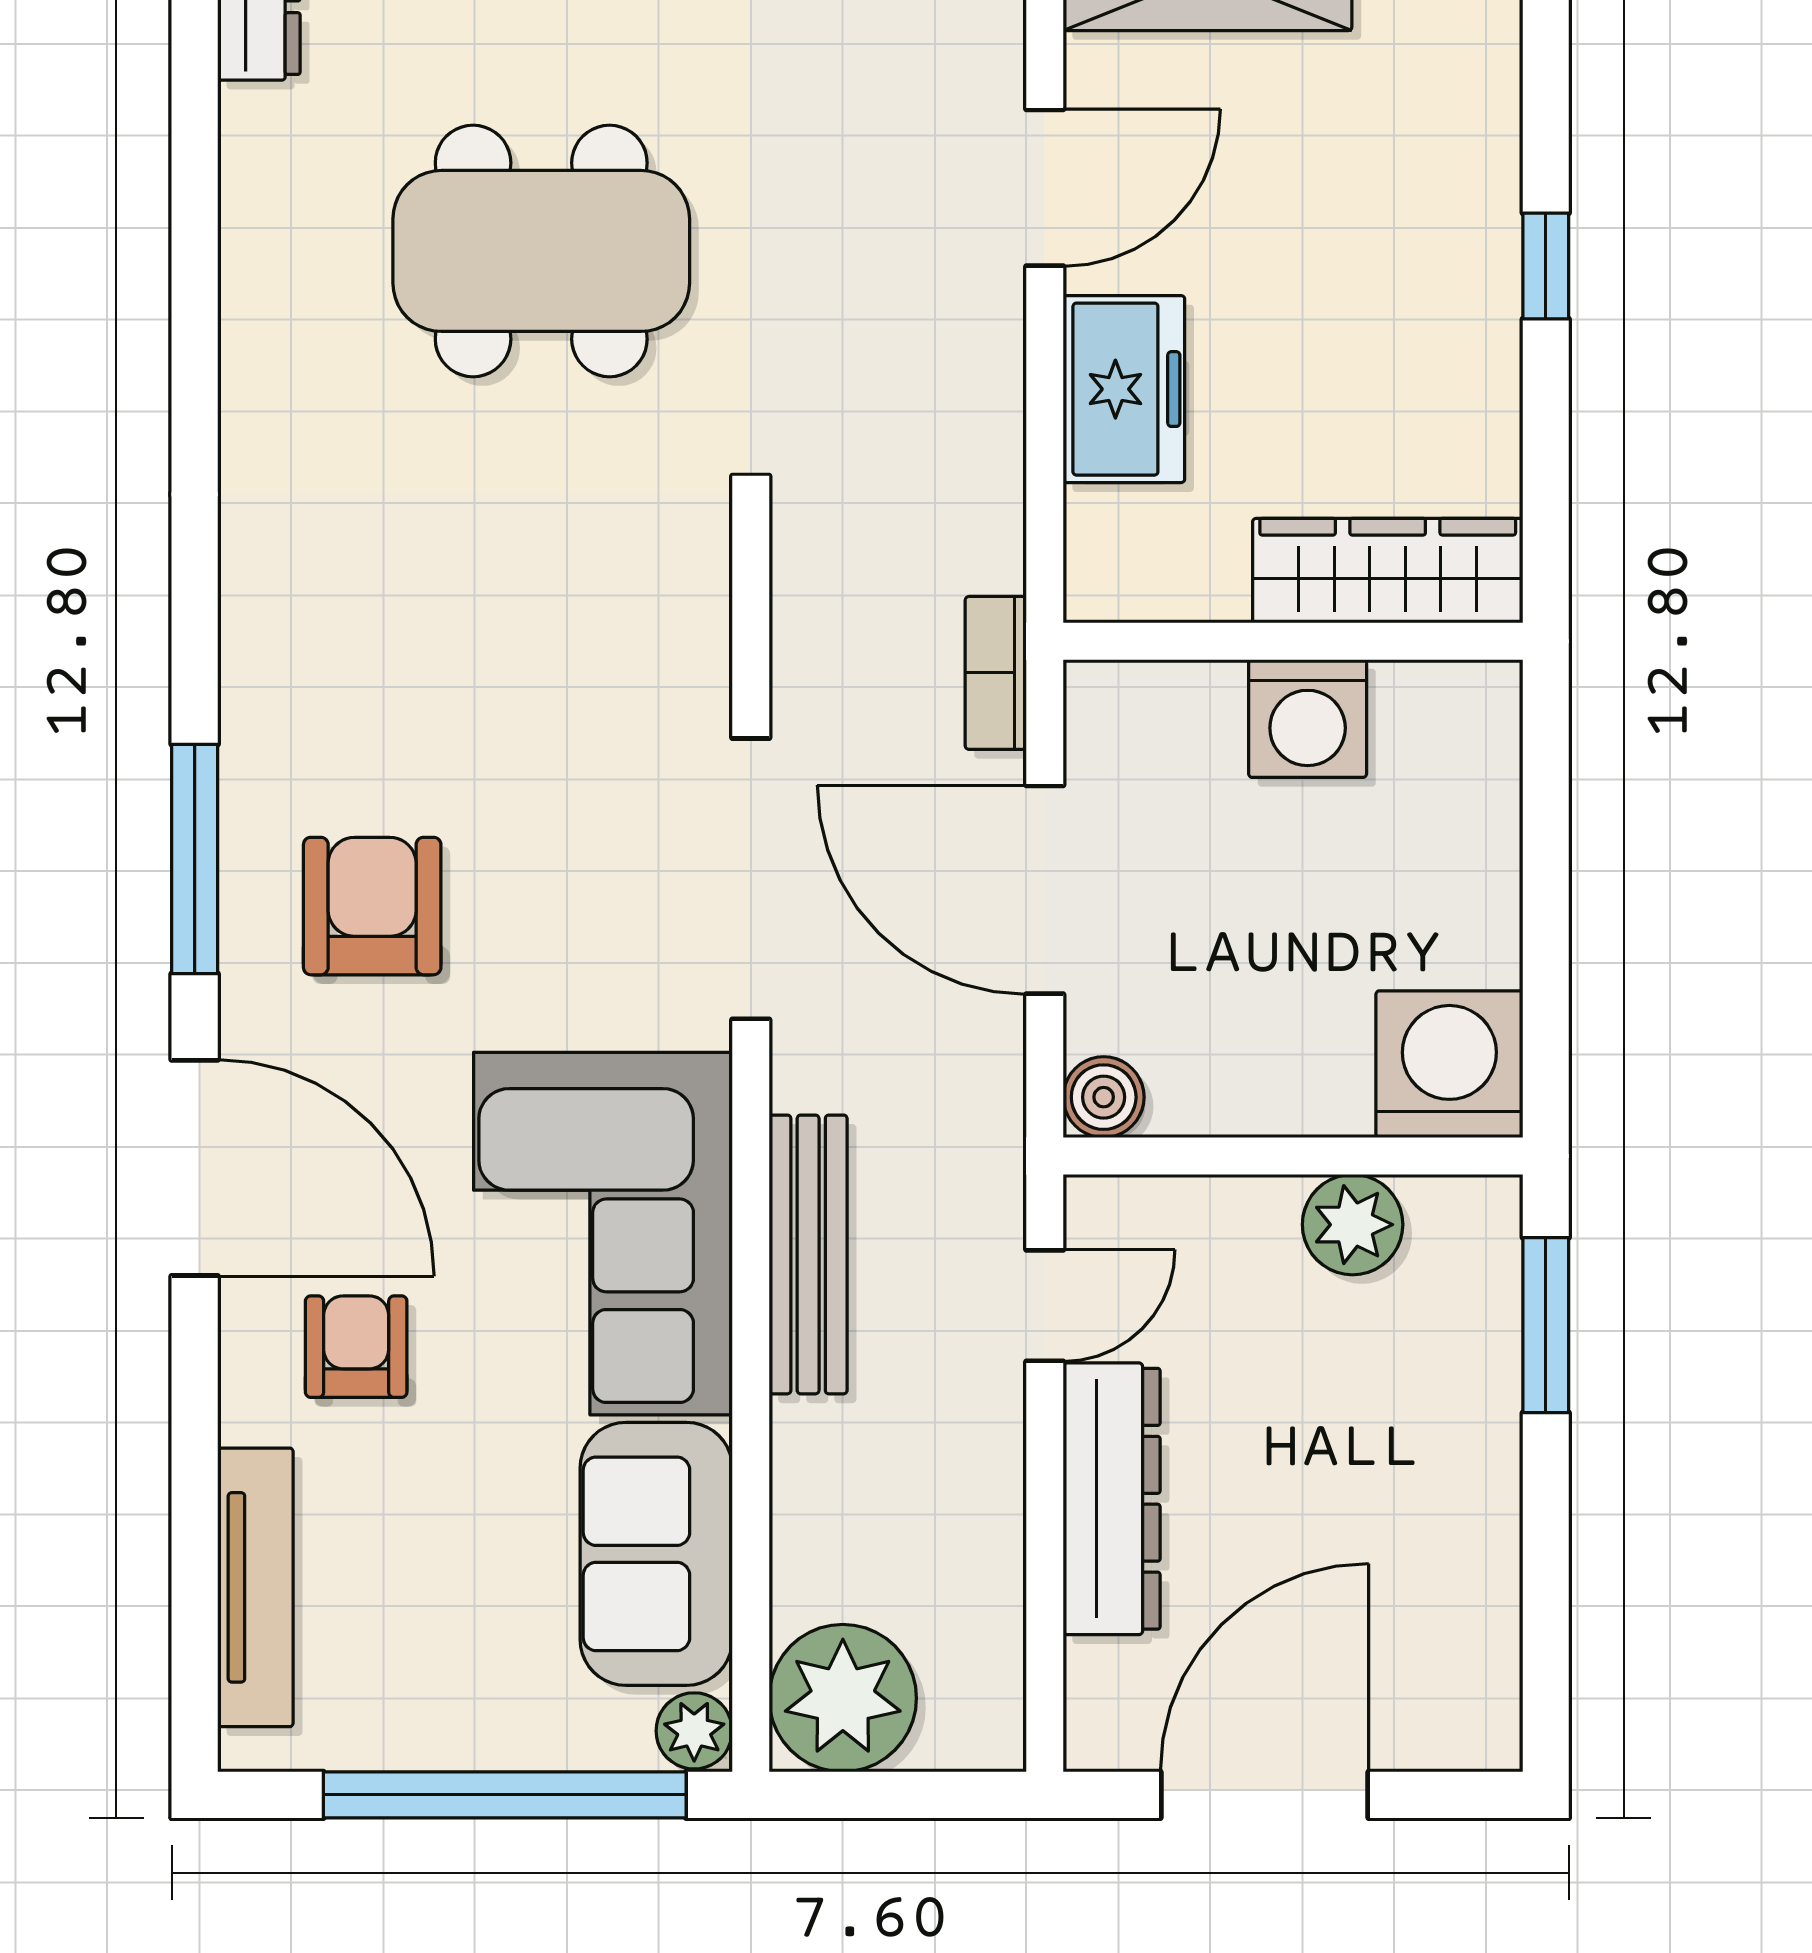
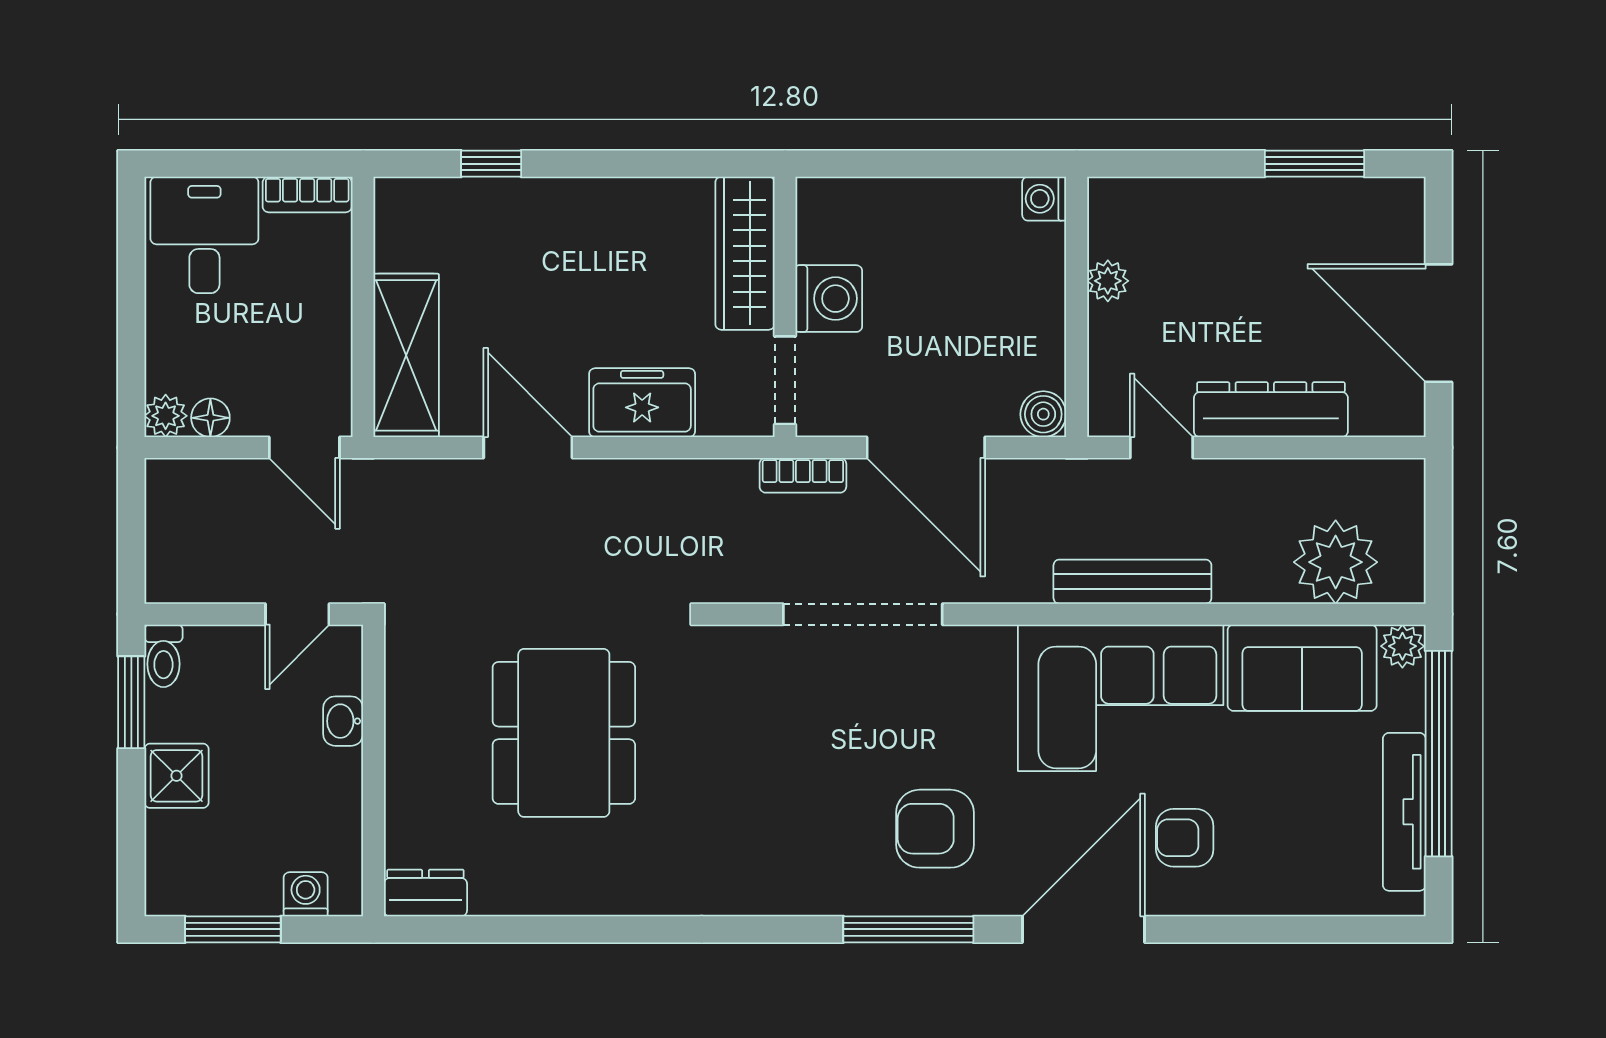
window: (1546, 266) -> (491, 164), moved
doorway: (1164, 641) -> (785, 380), added
doorway: (751, 879) -> (863, 614), moved
door: (1045, 890) -> (926, 448), hinge flipped
washing machine: (1449, 1064) -> (1044, 199), width x0.53, depth x0.53
plant: (1353, 1225) -> (1108, 281), width x0.73, depth x0.73
window: (1546, 1325) -> (1314, 164), moved
tv unit: (255, 1587) -> (1404, 812), moved, turned -90
plant: (843, 1698) -> (1336, 562), moved

